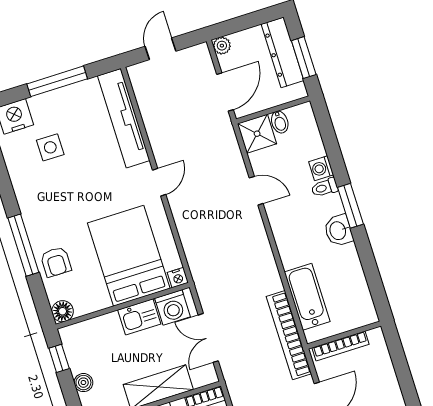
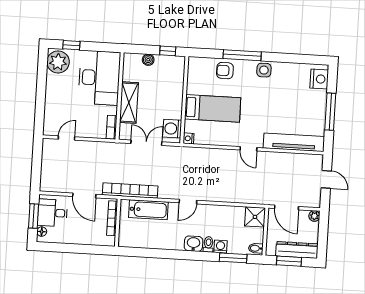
bidet: (280, 122) -> (256, 248), moved
side table: (50, 147) -> (264, 70), moved
door: (256, 191) -> (188, 202), moved
window: (350, 206) -> (233, 258), moved
washbasin: (338, 230) -> (193, 244), moved
bed: (129, 256) -> (213, 108), width x0.67
floor lamp: (63, 311) -> (195, 63), removed
kitchen sink: (139, 317) -> (174, 107), removed

